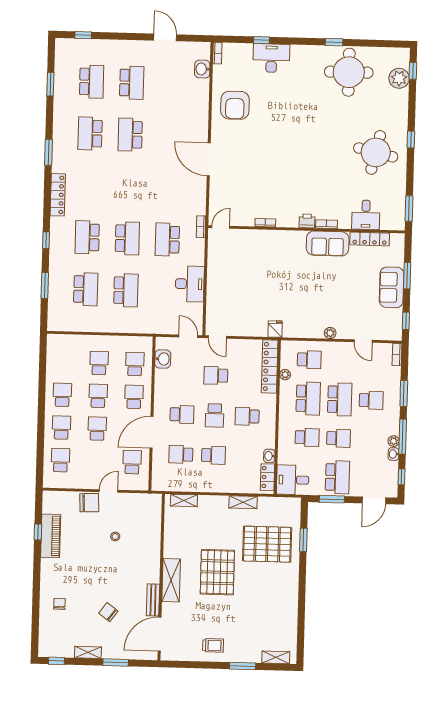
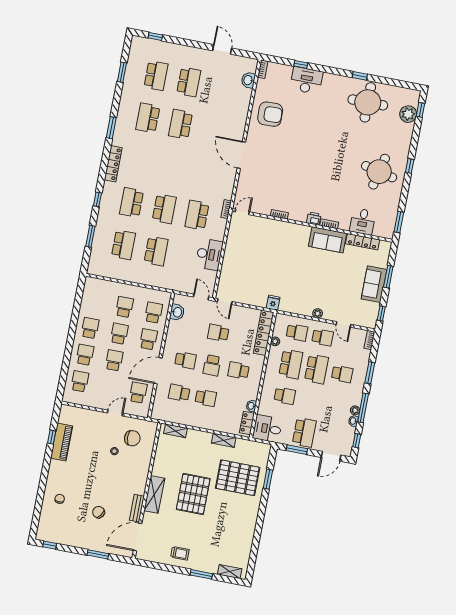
armchair: (235, 105) -> (270, 114), turned -92
school desk: (339, 438) -> (323, 337), moved
chair: (89, 503) -> (132, 438), moved
shelving: (88, 652) -> (77, 542), removed

